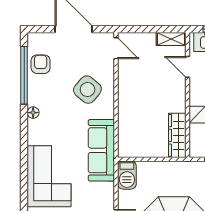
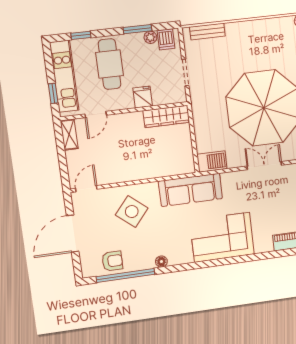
armchair: (41, 64) -> (112, 261), turned 180

